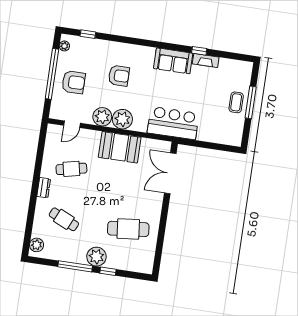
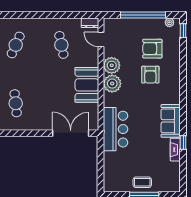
window: (88, 34) -> (183, 31), moved
armchair: (73, 82) -> (152, 49), moved, turned 90
dresser: (44, 188) -> (90, 23), moved
cafe table: (128, 229) -> (16, 103), width x0.73, depth x0.74

